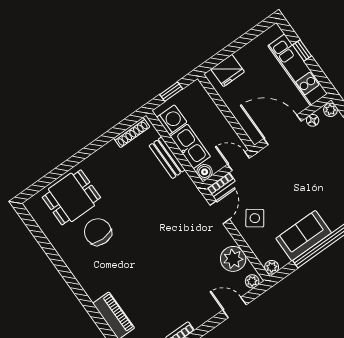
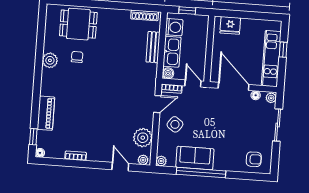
chair: (98, 232) -> (77, 57), width x0.54, depth x0.54
plant: (73, 258) -> (50, 60), added

